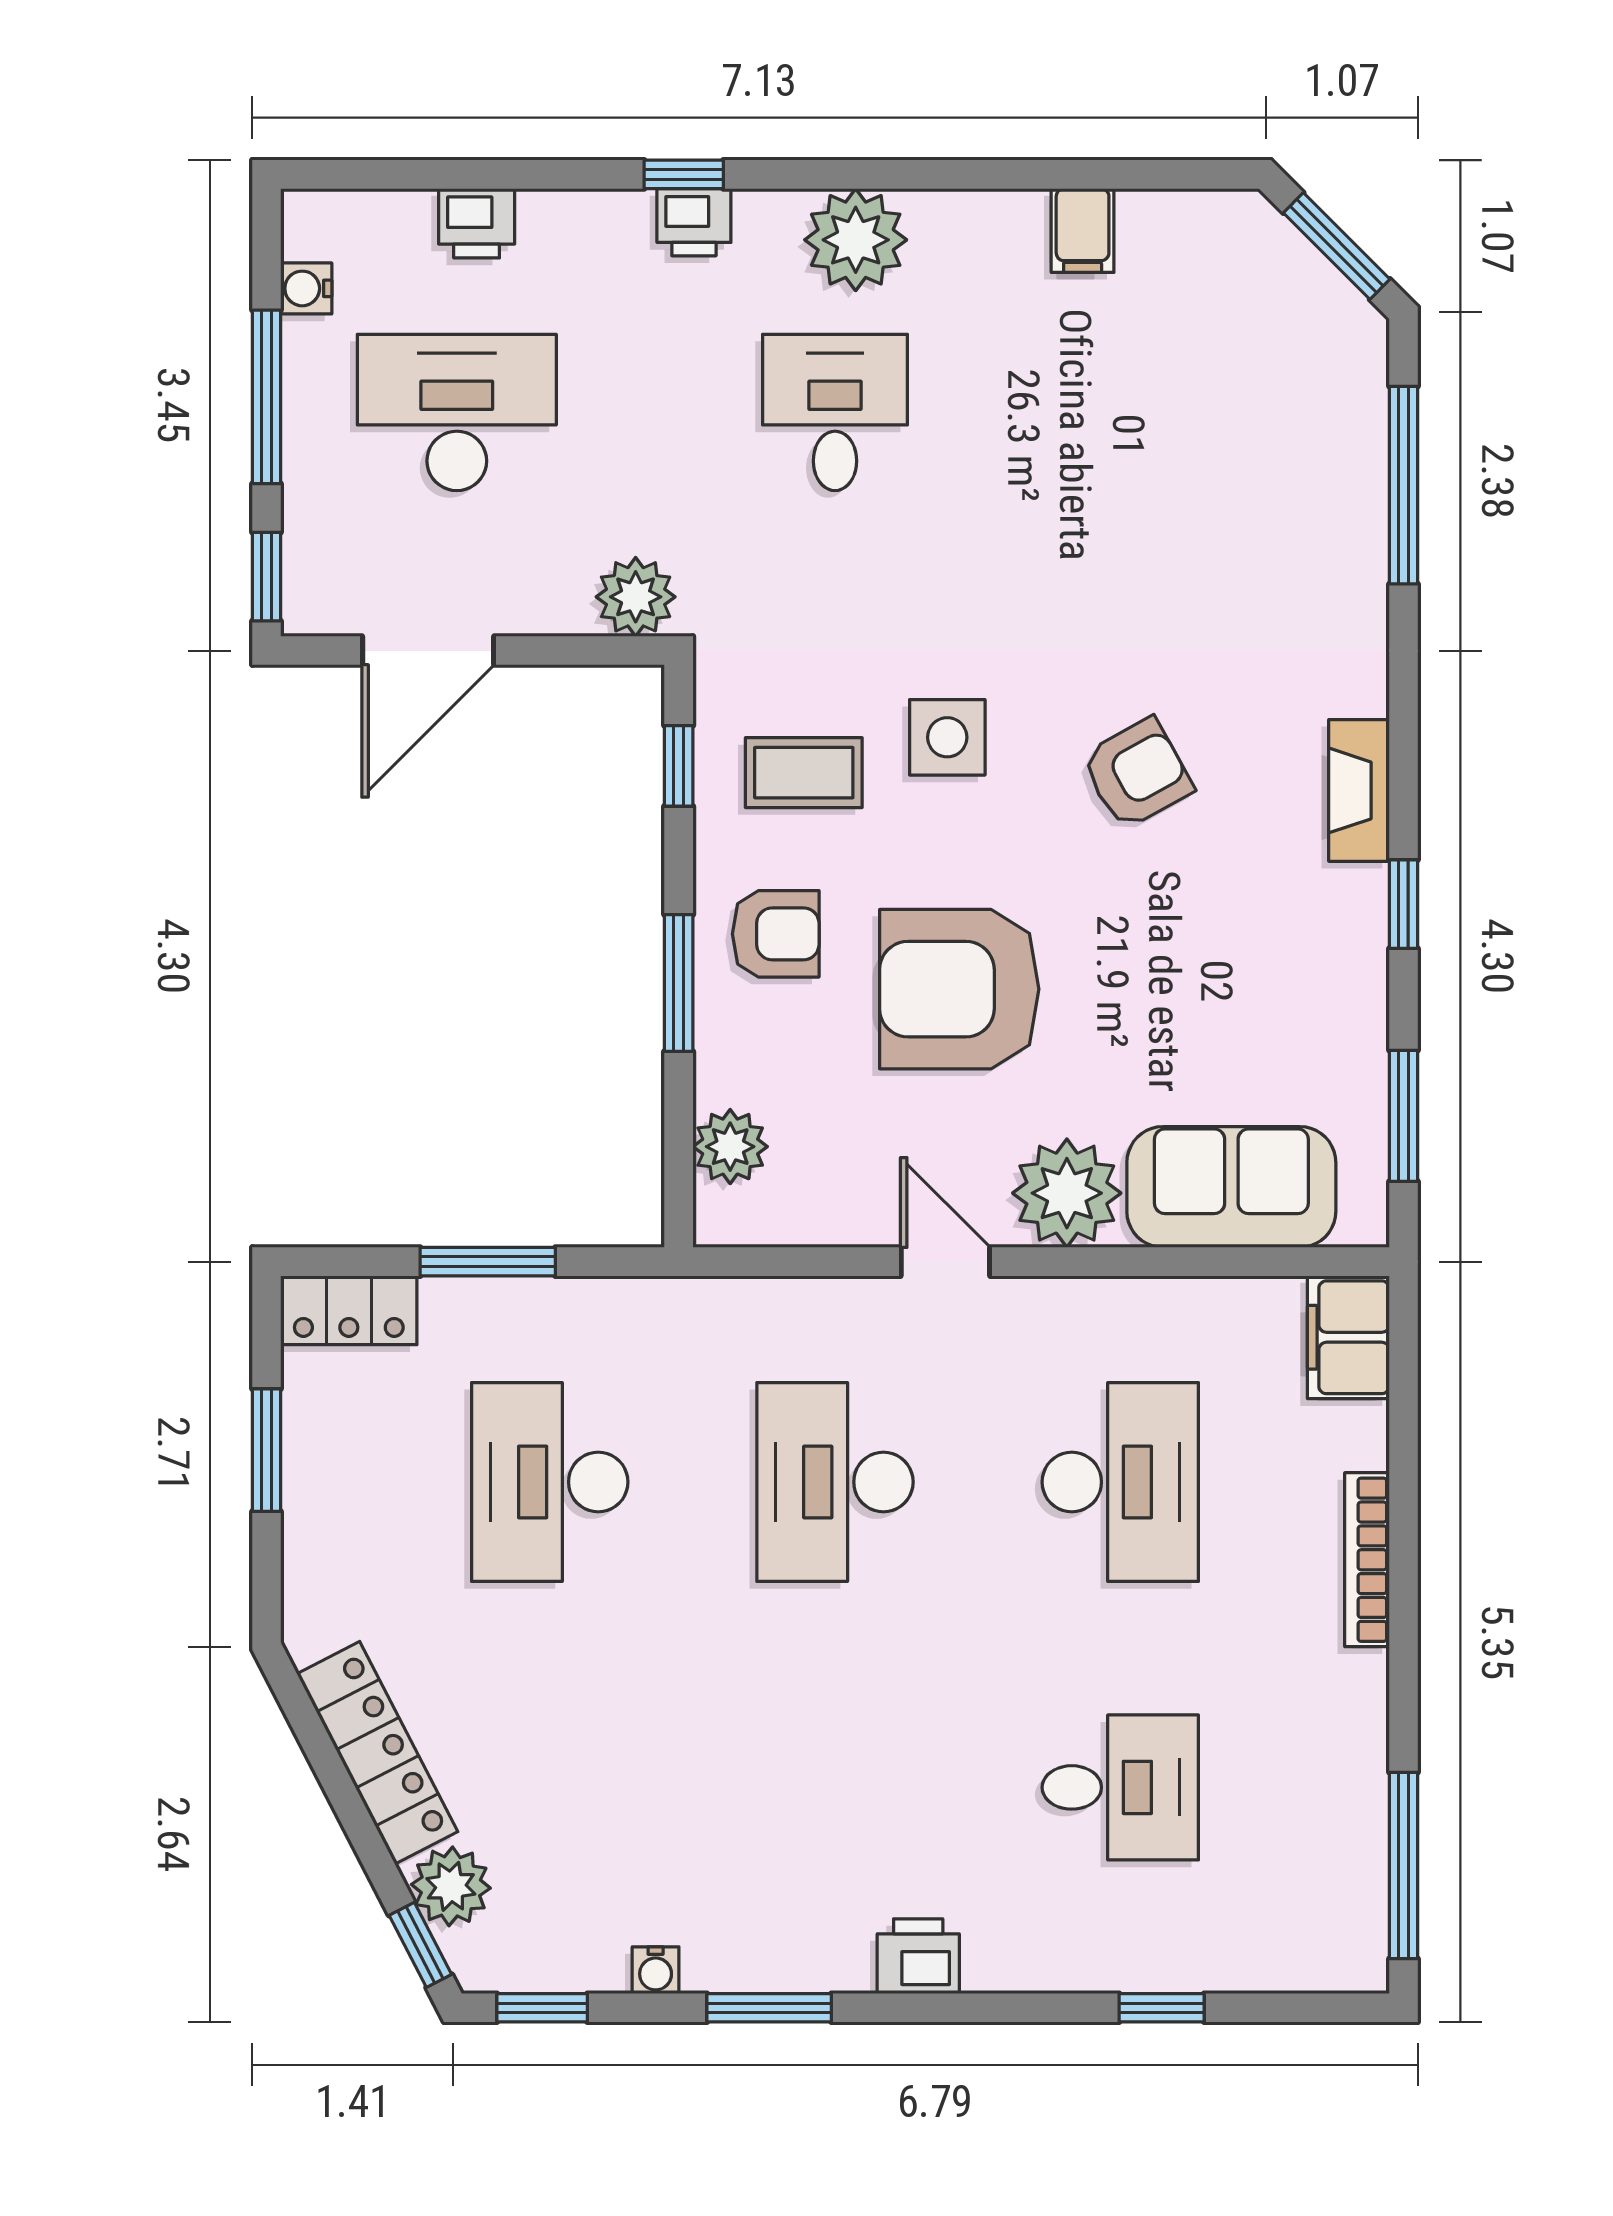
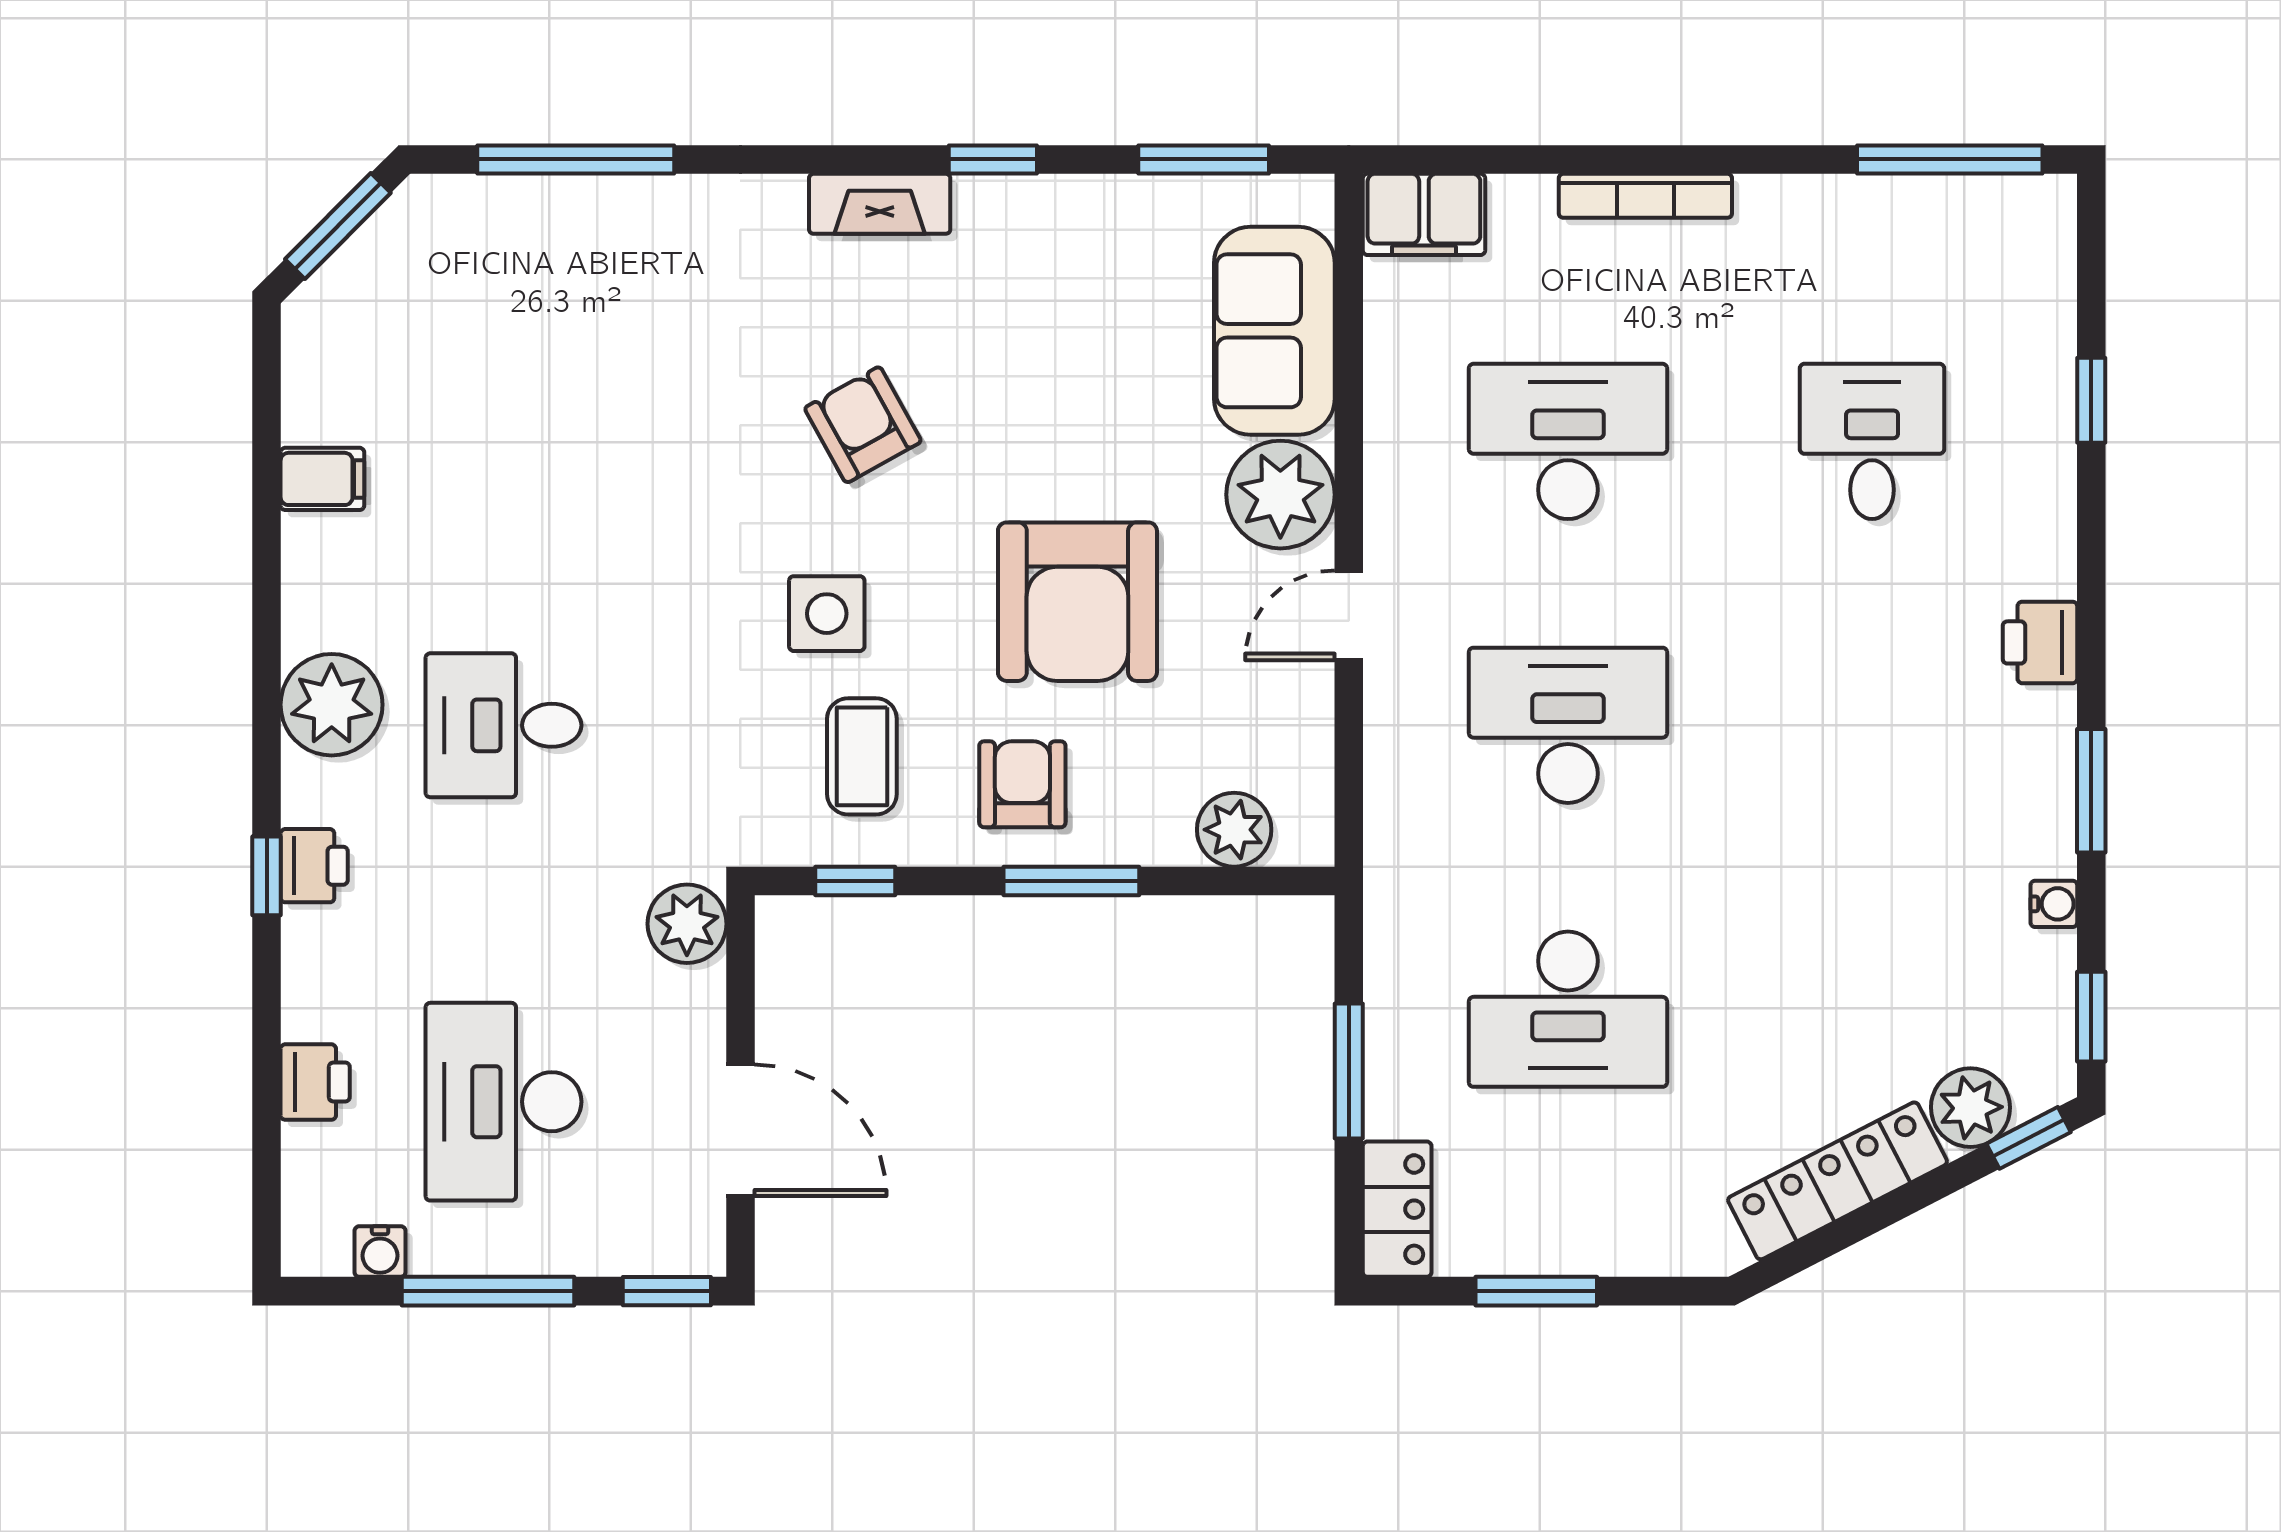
desk: (835, 1482) -> (1568, 725), turned 180

